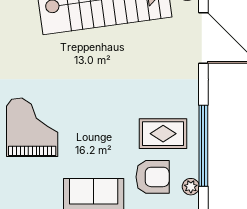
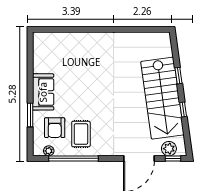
grand piano: (32, 127) -> (85, 55), removed

